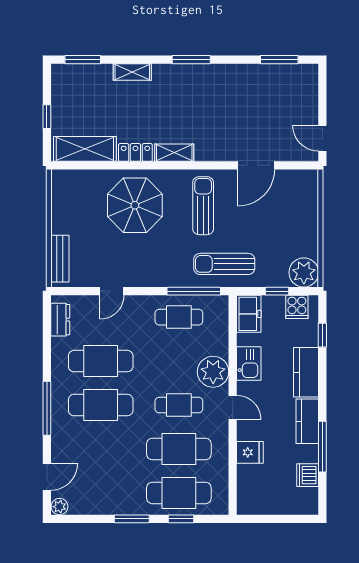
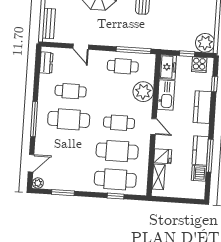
sun lounger: (224, 264) -> (154, 34), removed
door: (112, 291) -> (81, 47), hinge flipped
cafe table: (101, 361) -> (71, 91), width x0.73, depth x0.74
kitchen sink: (249, 363) -> (166, 95), width x1.38
plant: (213, 372) -> (143, 92), moved
kitchen counter: (307, 421) -> (200, 150), moved
shelving: (245, 485) -> (158, 177), added
window: (132, 519) -> (63, 193), moved

